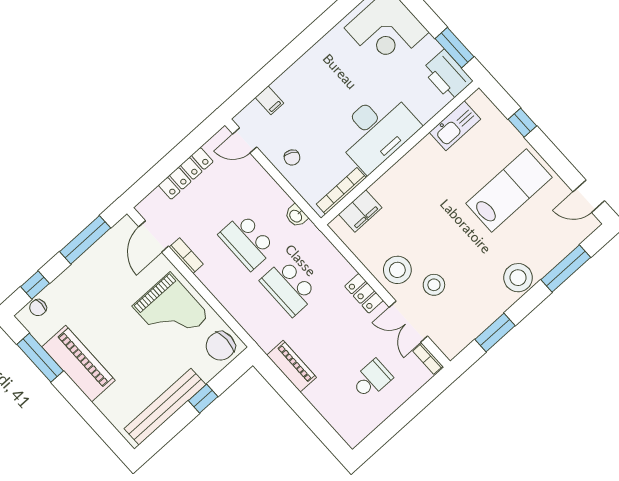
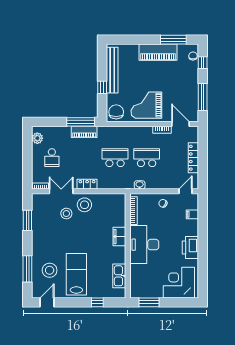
printer: (447, 75) -> (190, 248), moved, turned -90
lab bench: (509, 190) -> (76, 274), turned 180
filing cabinet: (360, 211) -> (119, 237), moved
stool: (518, 278) -> (50, 270), moved
window: (282, 385) -> (81, 122), added
plant: (363, 426) -> (37, 138), added

